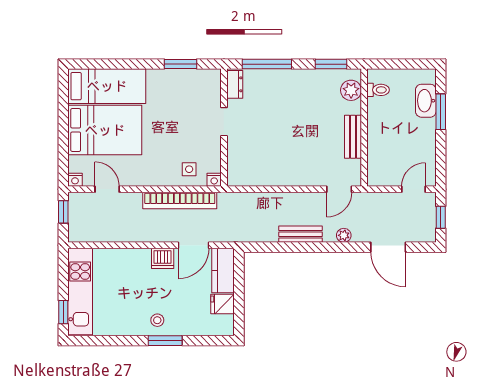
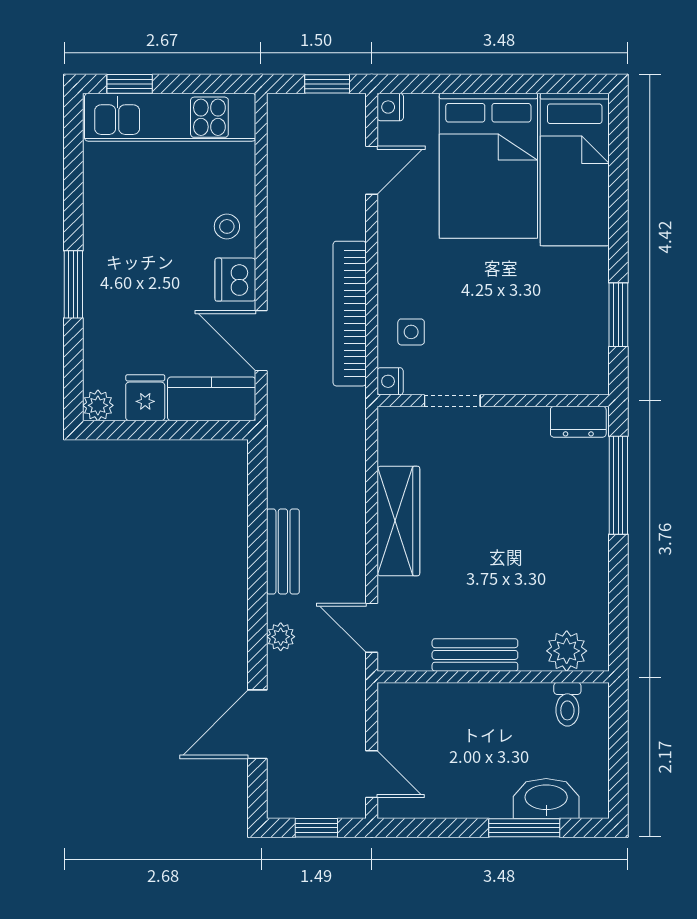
window: (331, 64) -> (618, 612), removed
doorway: (224, 122) -> (452, 401), moved
wardrobe: (285, 176) -> (398, 521), added
stool: (157, 320) -> (227, 226), moved
plant: (226, 328) -> (98, 405), added

